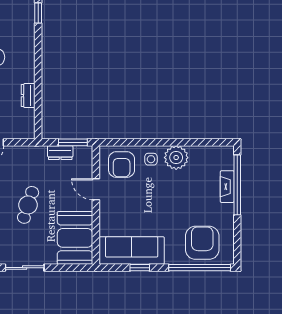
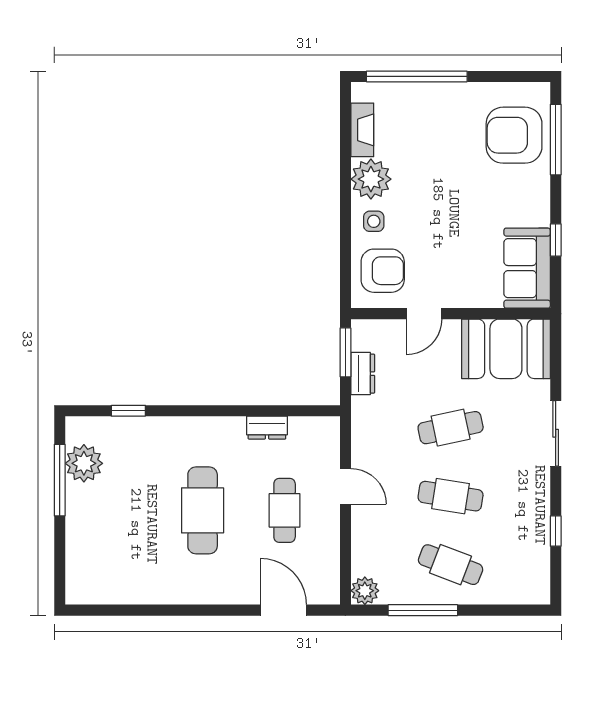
fireplace: (227, 187) -> (362, 130), moved, turned -90
cafe table: (28, 205) -> (451, 428), turned -30
sofa: (132, 251) -> (527, 268), width x0.73
window: (200, 268) -> (556, 140), width x0.68

